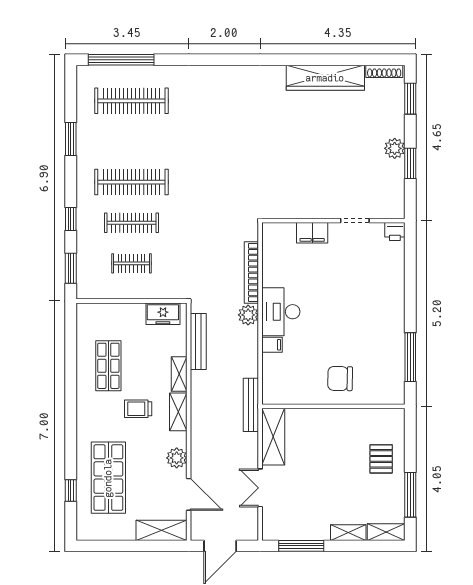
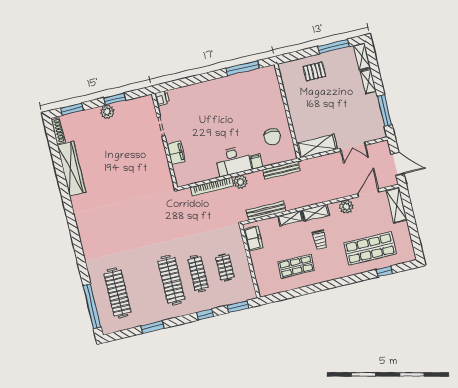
chair: (340, 379) -> (272, 137), moved
bench: (251, 405) -> (282, 170), moved

